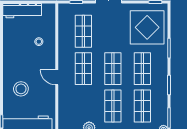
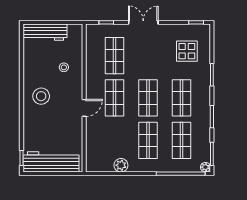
display table: (147, 27) -> (187, 51), width x0.54, depth x0.54
door: (57, 77) -> (84, 108), swing flipped
stool: (21, 89) -> (41, 96), moved

